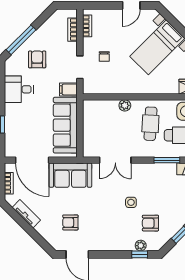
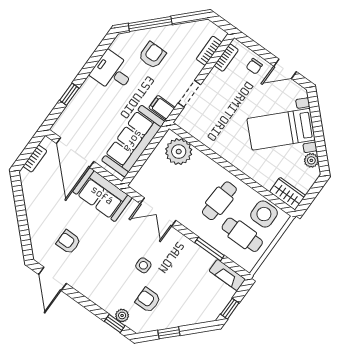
chair: (104, 56) -> (254, 66), moved
plant: (125, 105) -> (179, 152), moved, width x1.87, depth x1.87
tv unit: (26, 214) -> (31, 202), removed

